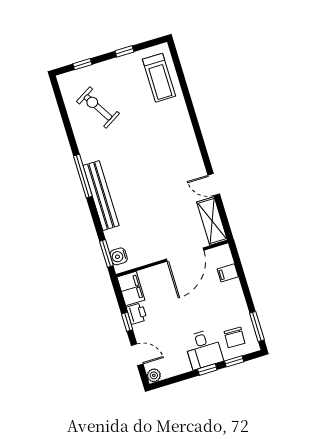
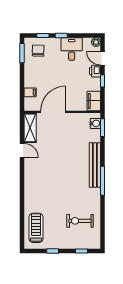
exercise bike: (98, 107) -> (80, 221), turned 121
printer: (137, 313) -> (95, 71), moved
desk: (203, 349) -> (72, 49), moved

